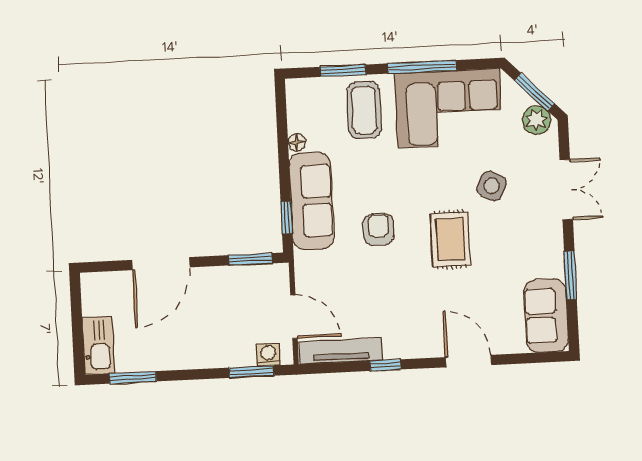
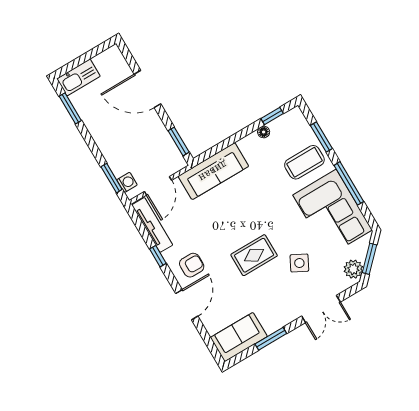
sofa: (311, 201) -> (213, 171), moved
window: (287, 218) -> (272, 116), moved
armchair: (378, 229) -> (192, 265), moved

